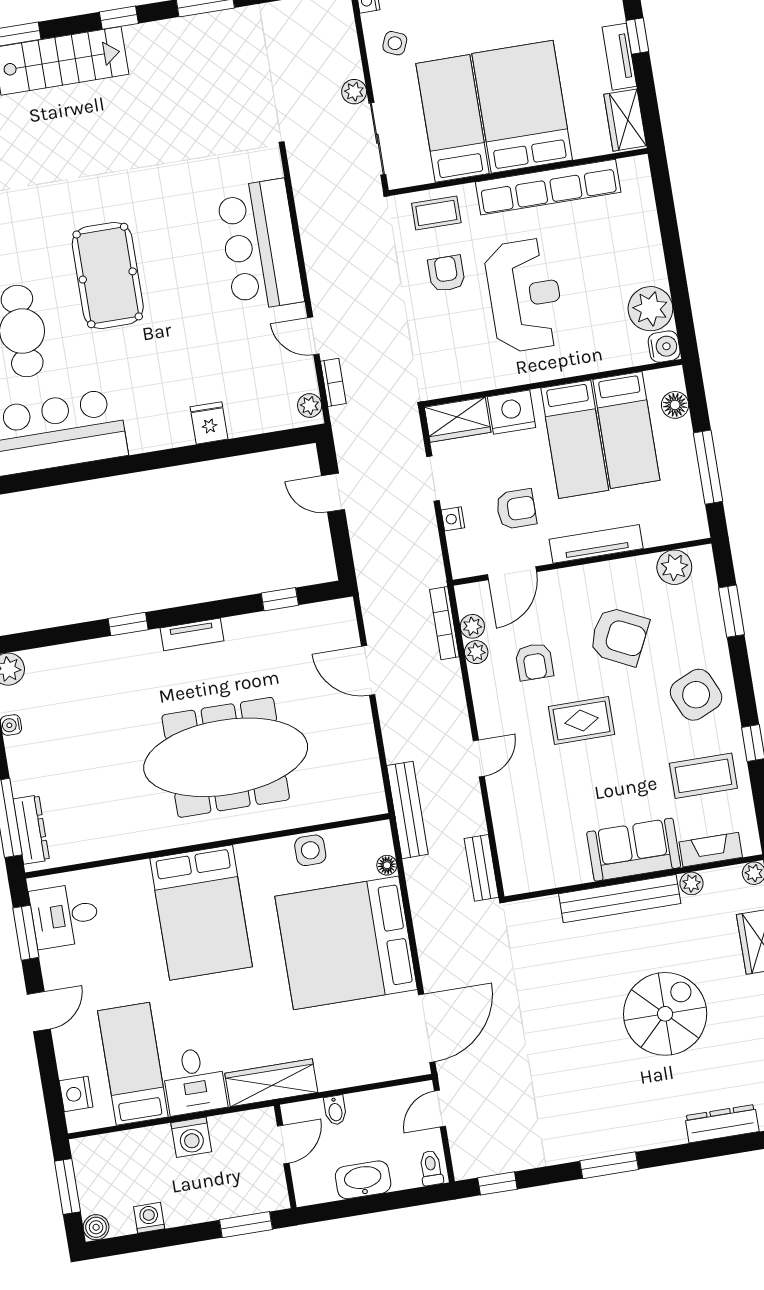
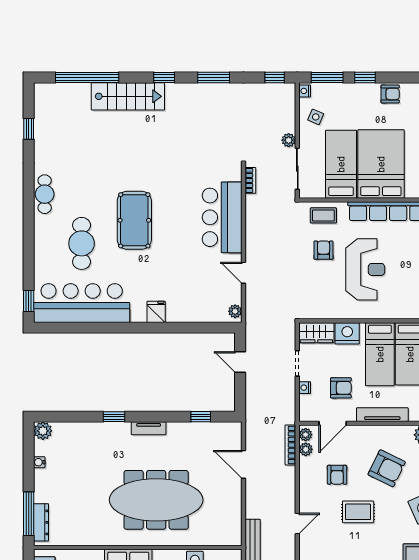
bookcase: (333, 382) -> (250, 180), moved
fridge: (209, 423) -> (156, 312), moved
plant: (476, 652) -> (306, 435), moved

